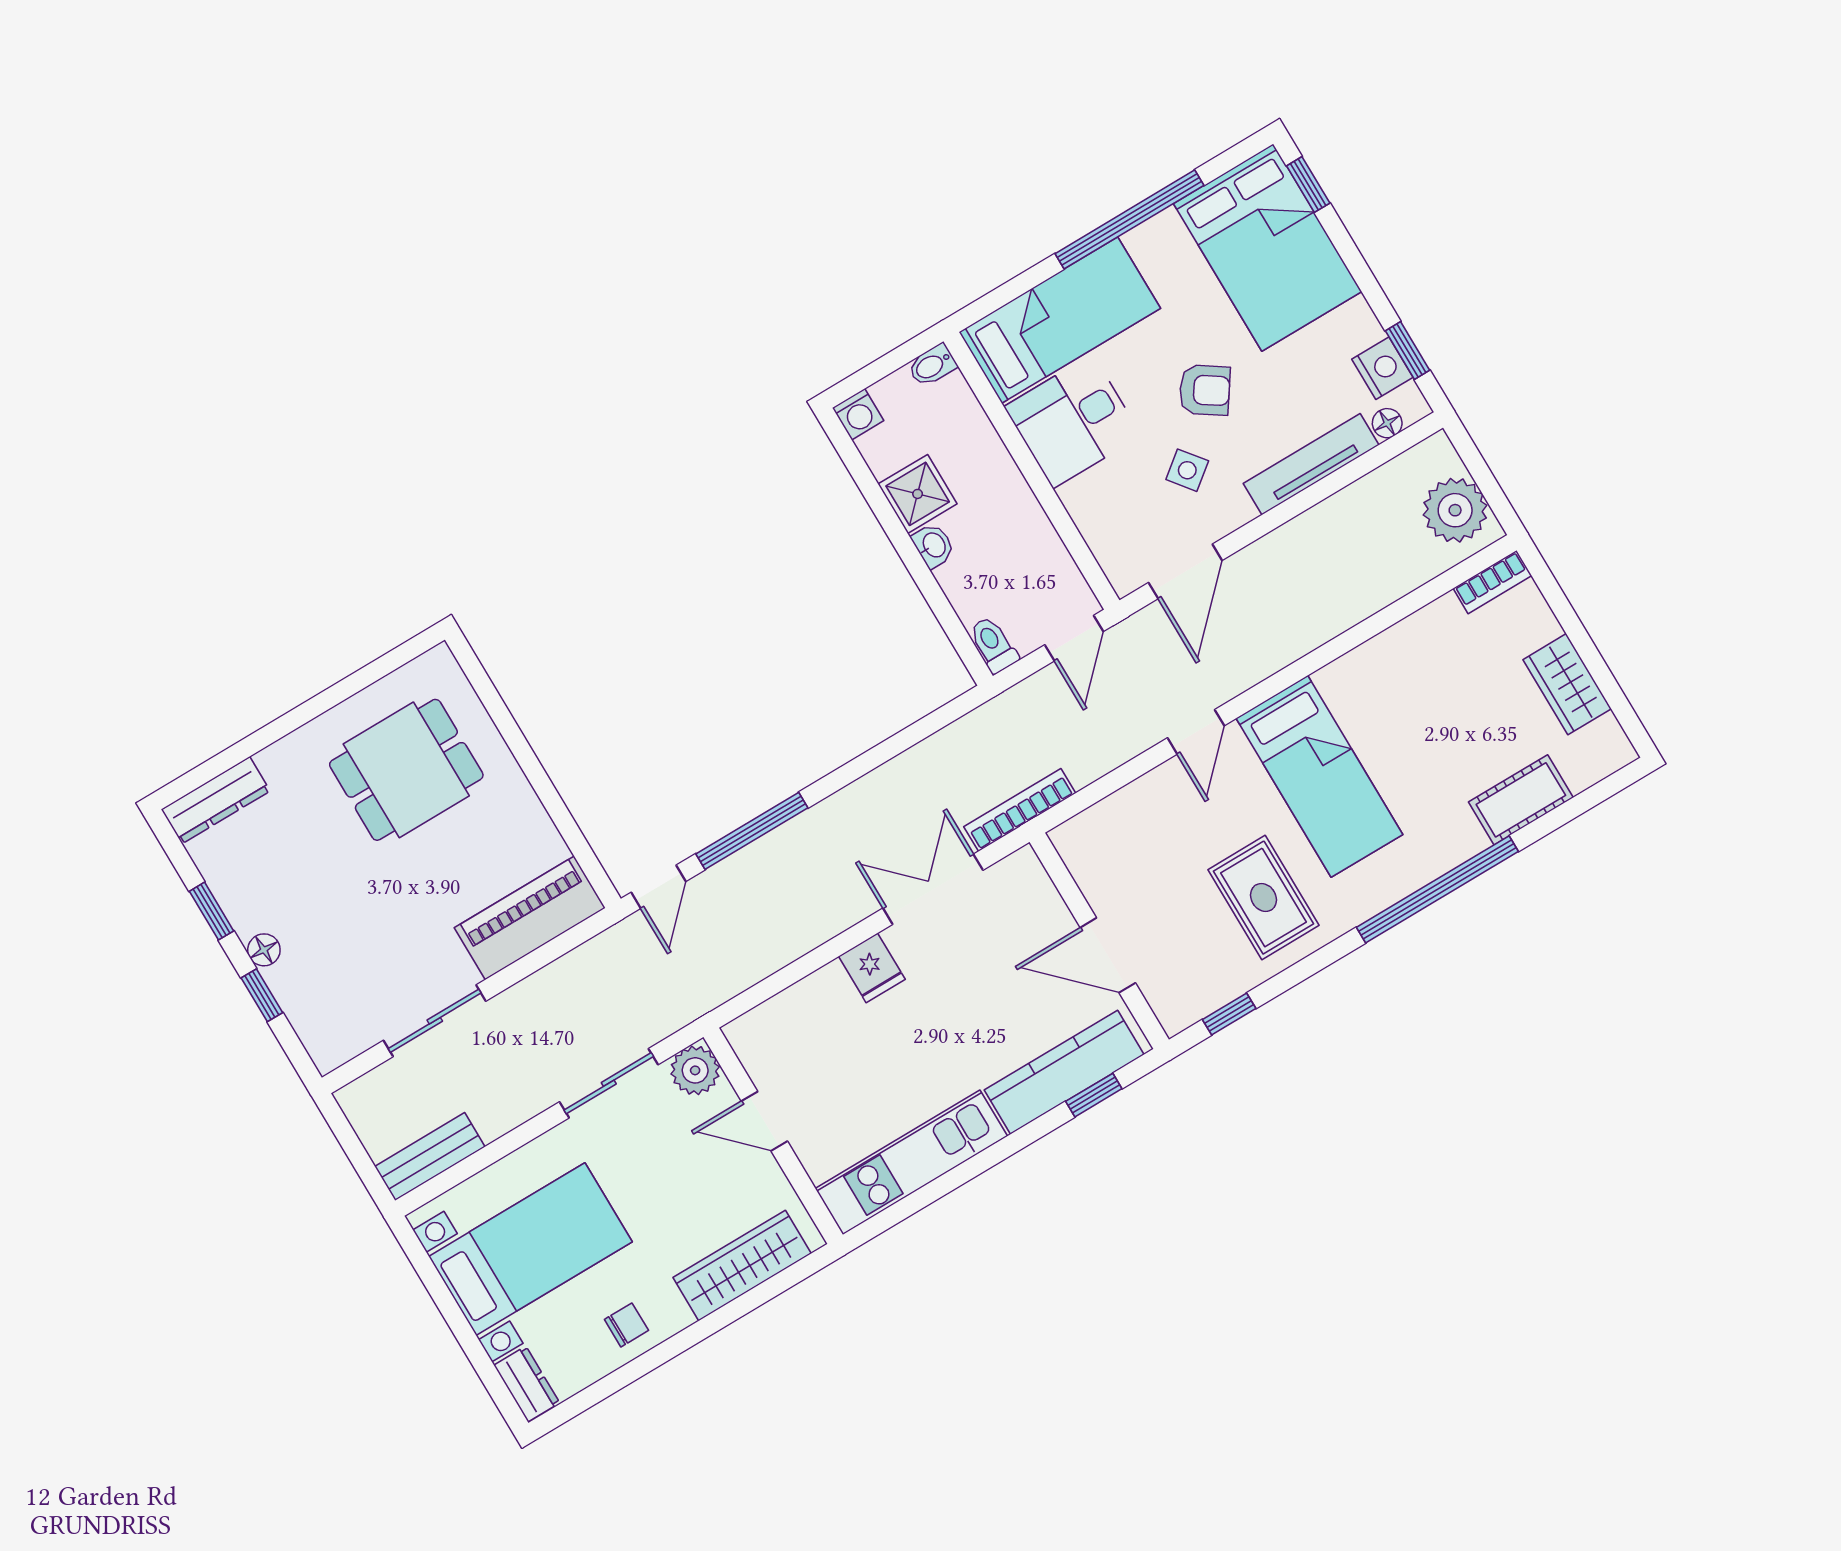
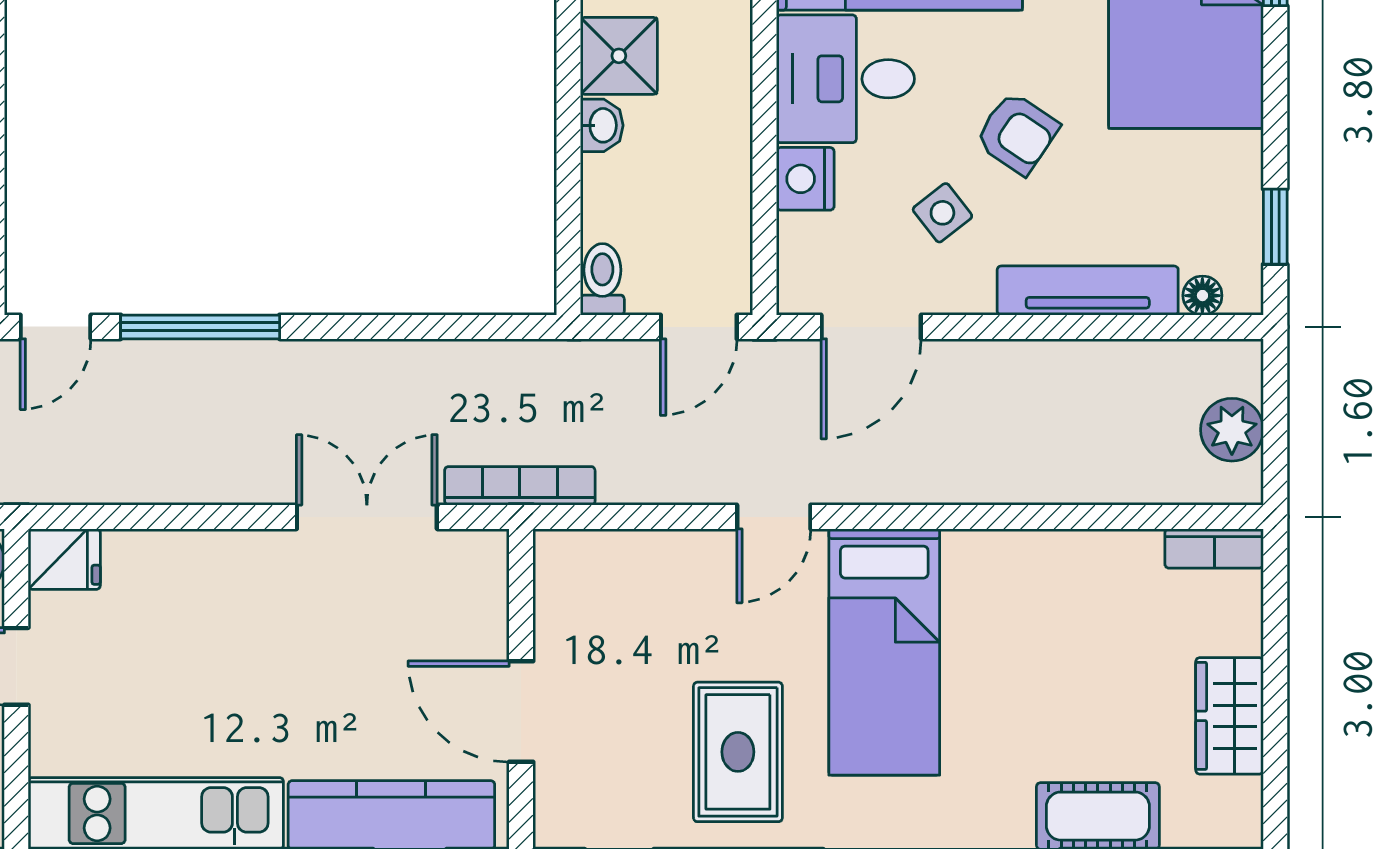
nightstand: (1382, 368) -> (805, 179), moved, turned 180
plant: (1455, 510) -> (1232, 430), width x0.73, depth x0.73
fridge: (872, 968) -> (64, 559), moved, turned -90

